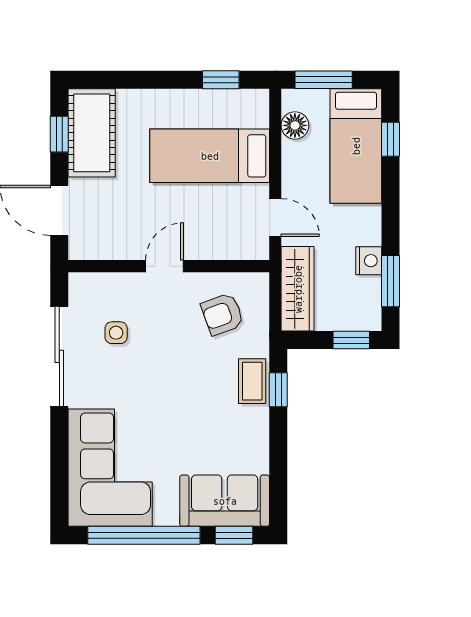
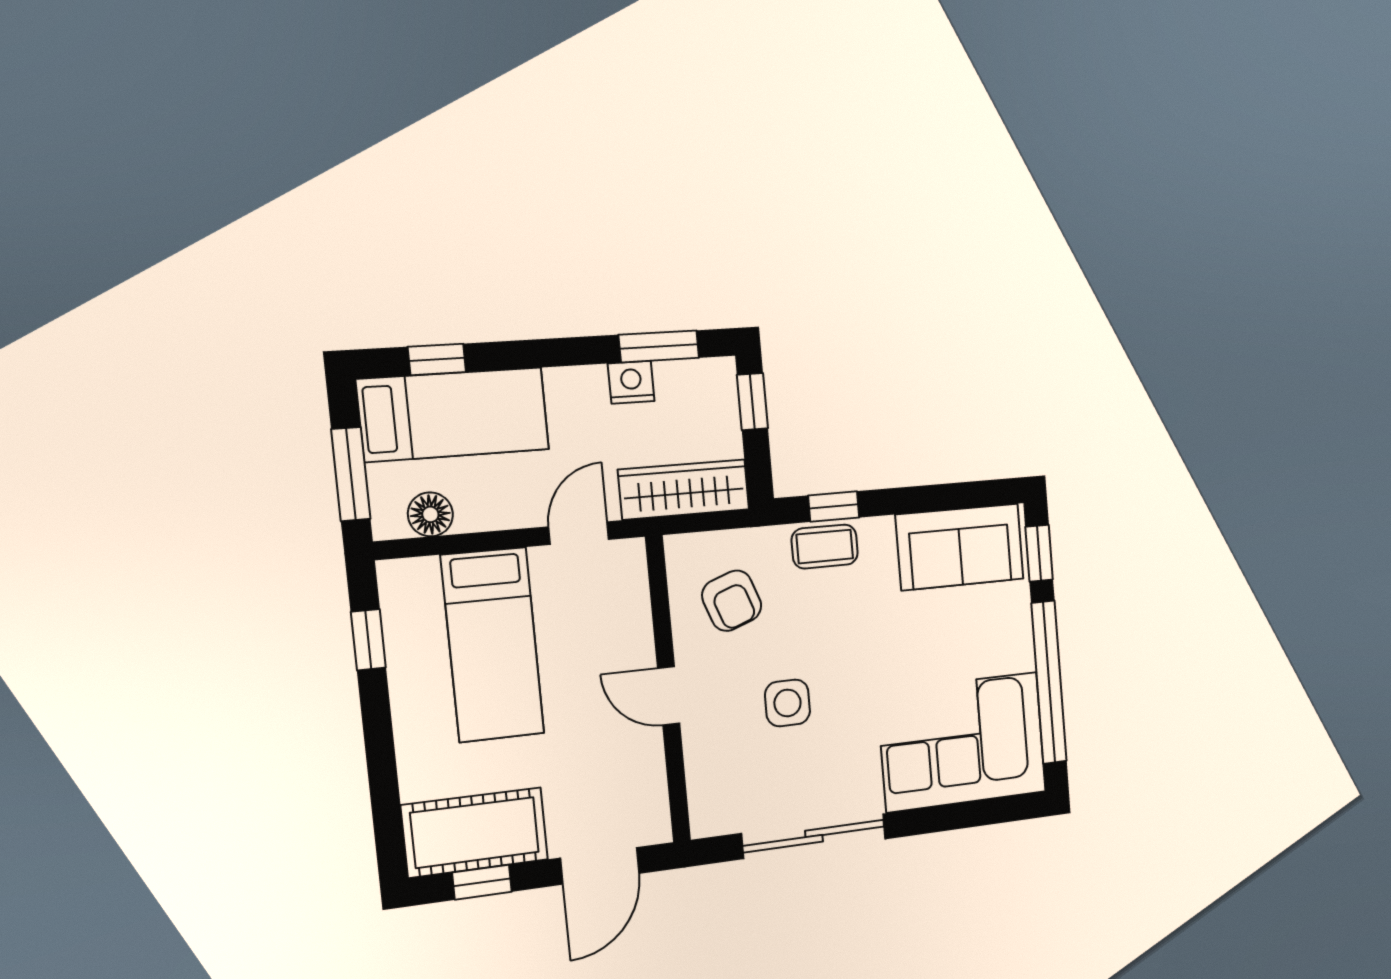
side table: (116, 333) -> (787, 703), moved, width x1.37, depth x1.37
sofa: (225, 501) -> (960, 547), moved, turned -90

